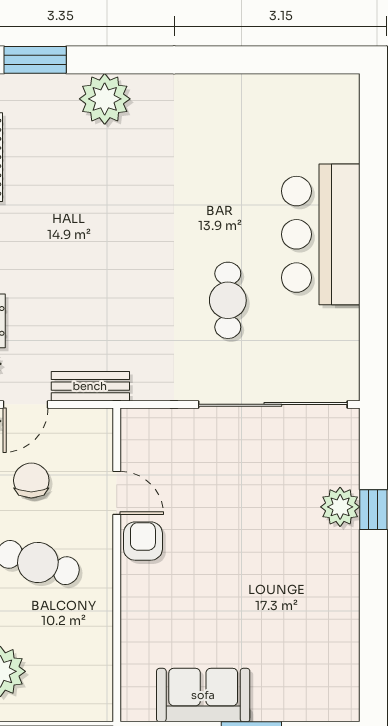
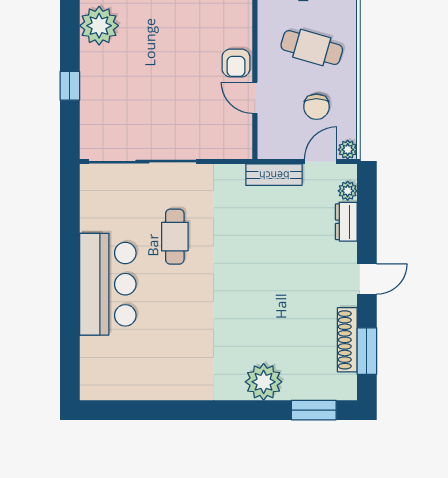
plant: (340, 507) -> (99, 26), moved, width x1.36, depth x1.36

